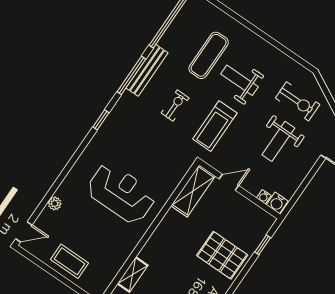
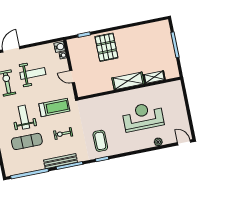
weight bench: (239, 80) -> (24, 117), turned 180
shelving: (193, 191) -> (128, 81), moved
reception desk: (121, 193) -> (143, 117), moved, turned 90
coffee table: (70, 261) -> (100, 141), moved

